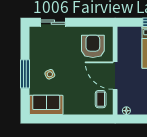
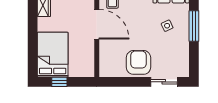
armchair: (93, 46) -> (138, 62), moved, turned 180

